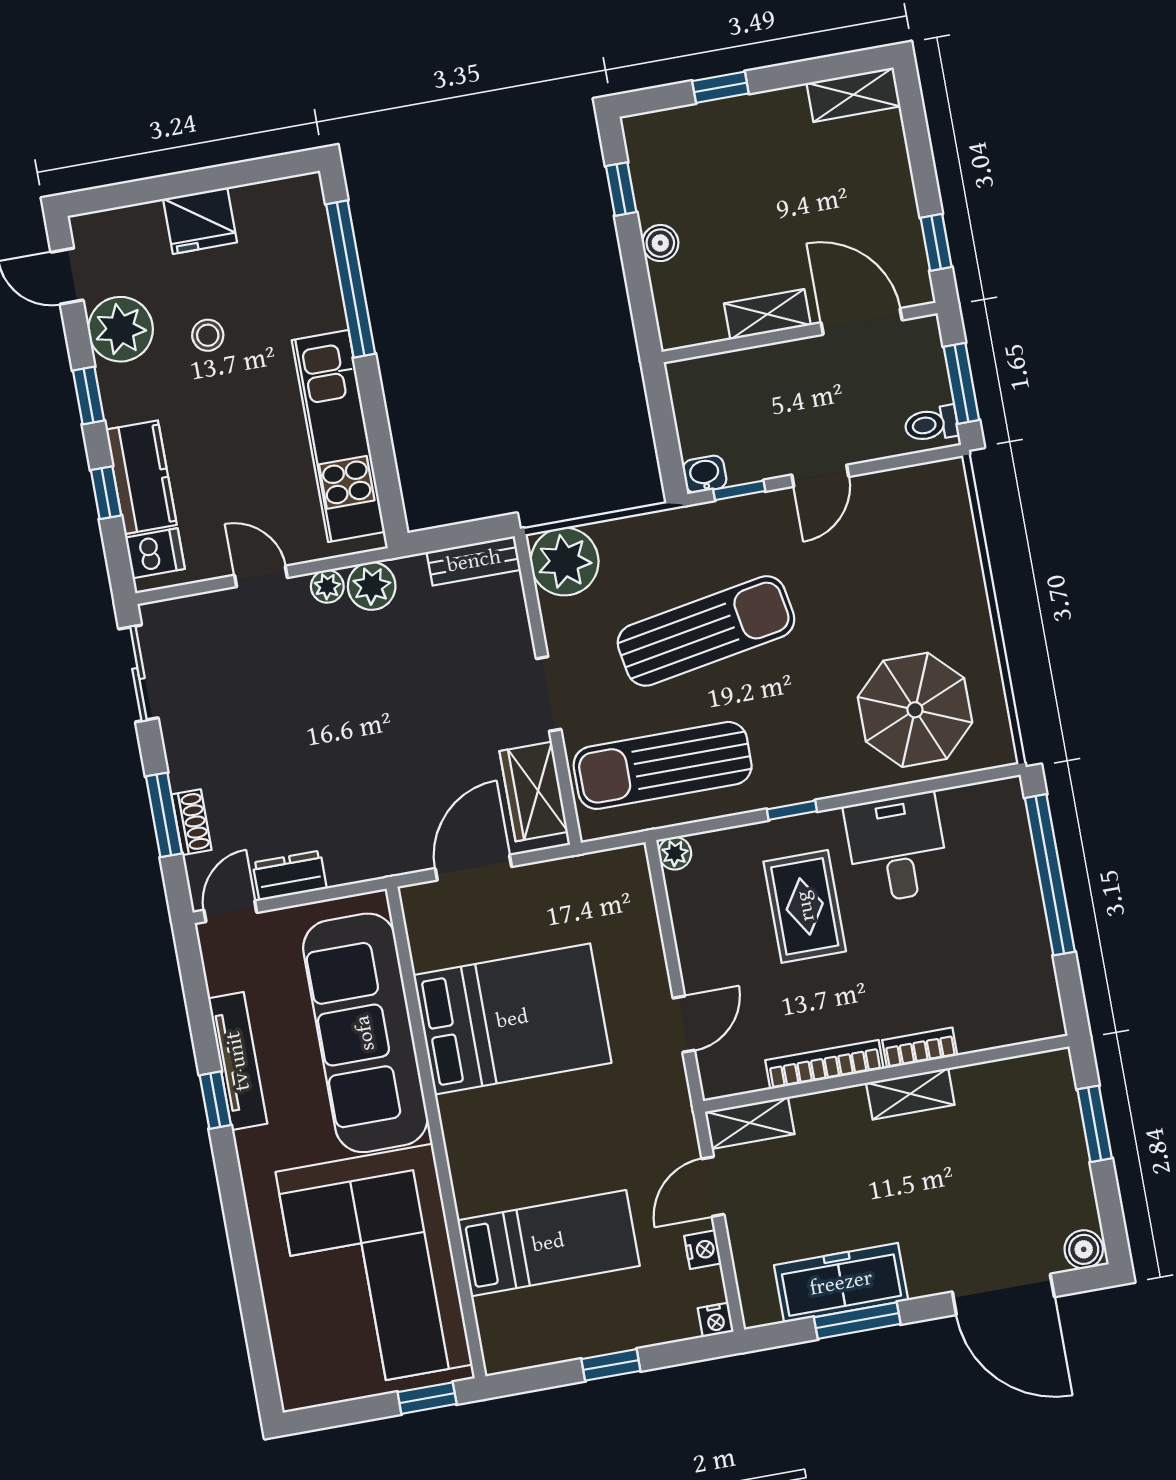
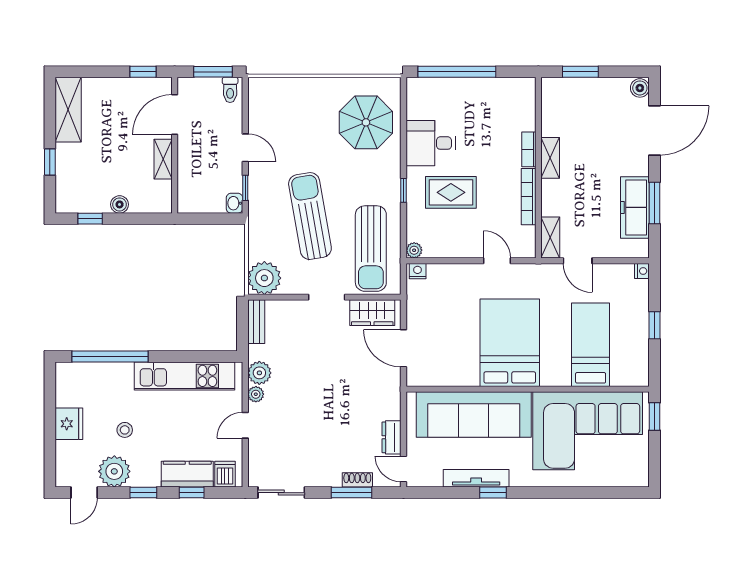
shelving: (853, 95) -> (68, 110), width x1.50, depth x1.33
bed: (512, 1019) -> (510, 343), moved
nightstand: (703, 1250) -> (418, 271), moved

